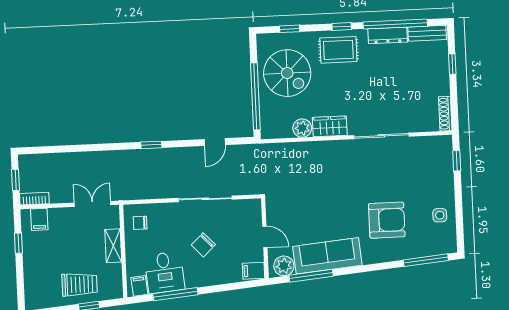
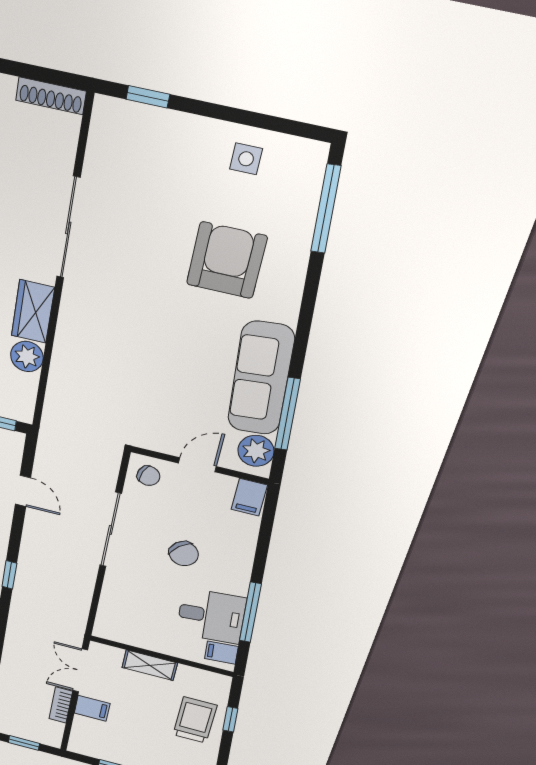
bookcase: (34, 199) -> (61, 705), moved
filing cabinet: (39, 219) -> (92, 708), moved
chair: (140, 223) -> (148, 476), moved, turned -70

